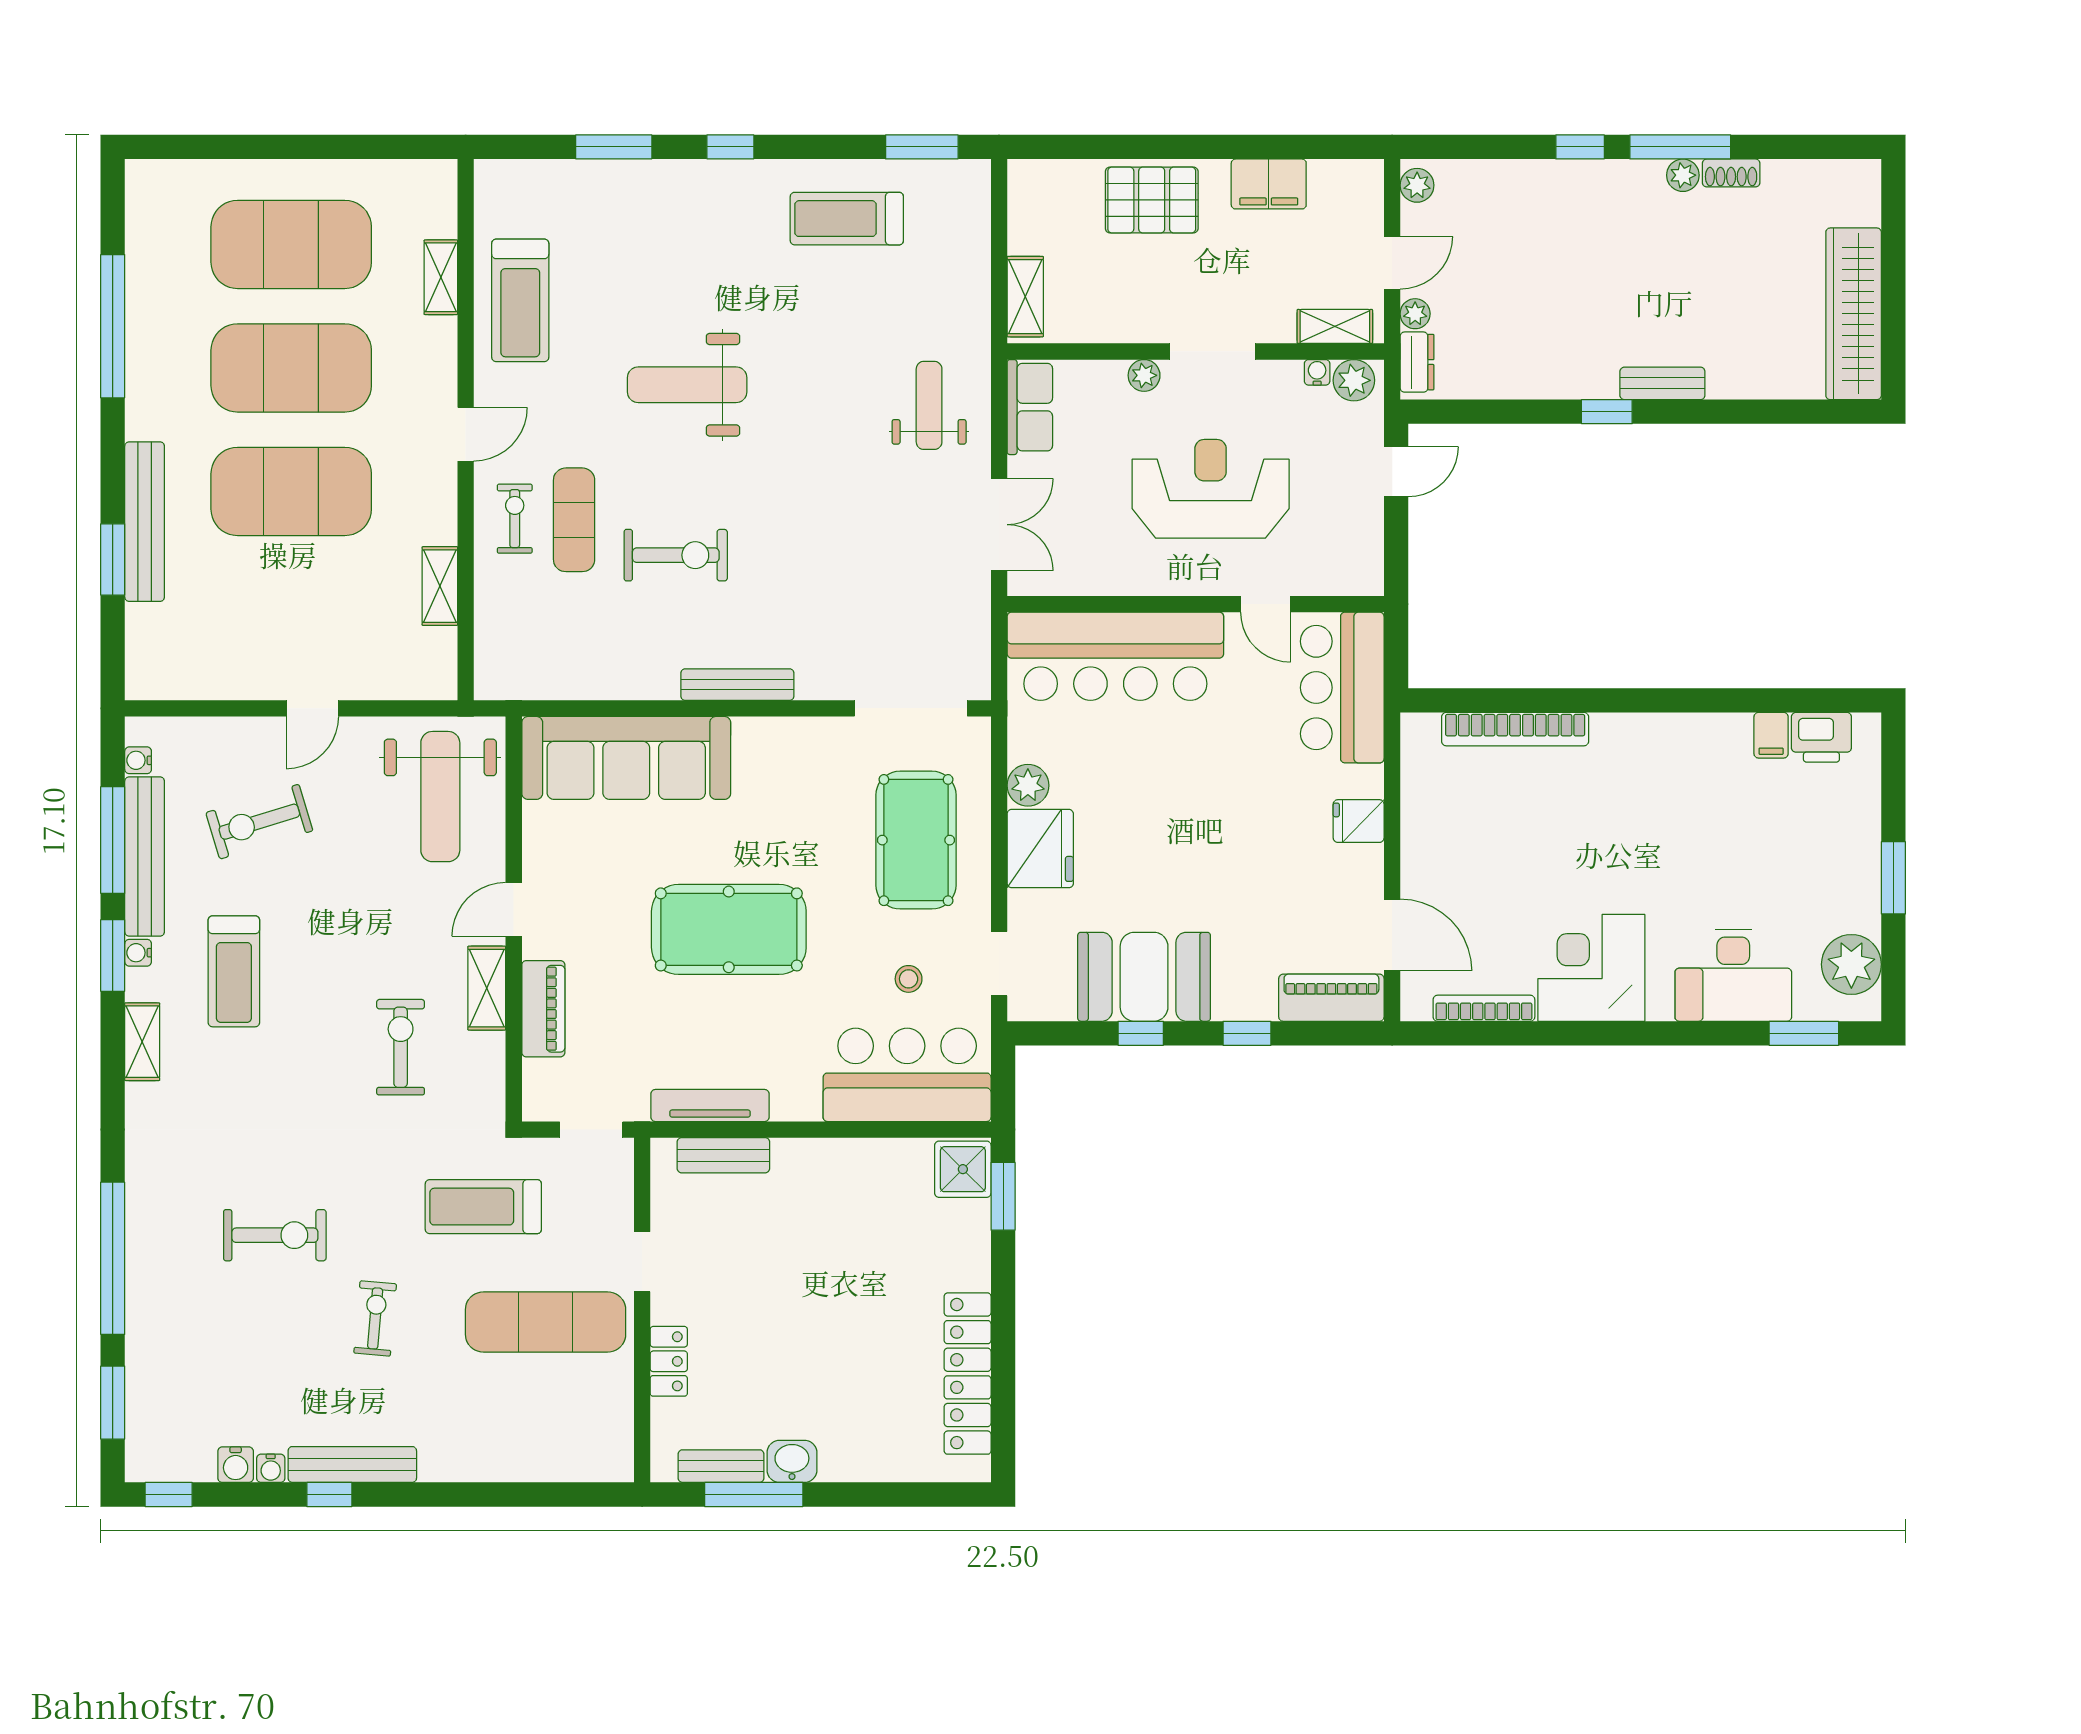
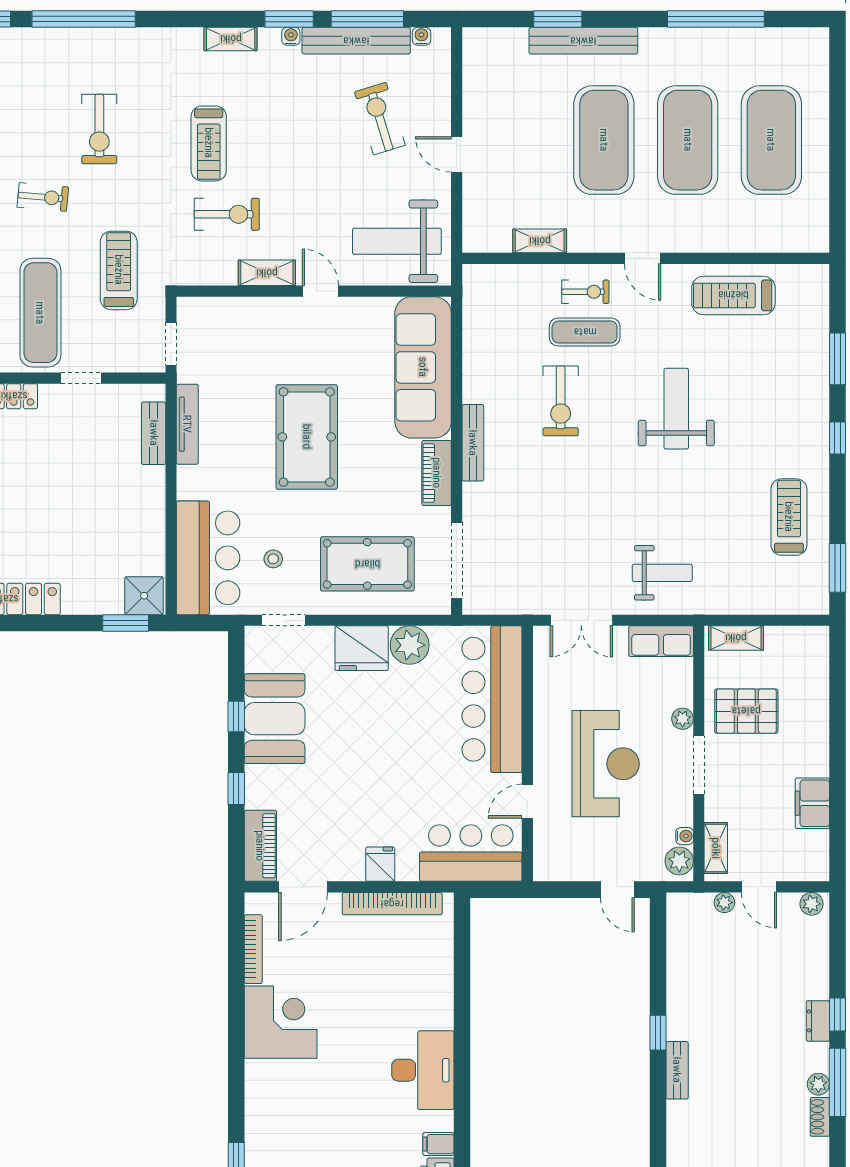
pallet: (1152, 200) -> (746, 711), moved, turned 90
shelving: (441, 277) -> (749, 242), removed
dresser: (1417, 362) -> (818, 1021), moved, turned 90
bookcase: (1515, 729) -> (392, 904), moved, turned -90
plant: (1028, 785) -> (410, 645), width x1.36, depth x1.36
treadmill: (234, 971) -> (209, 143), moved, turned -90
desk: (1733, 975) -> (423, 1070), moved, turned 180
piano: (543, 1009) -> (437, 473), moved, turned 90

